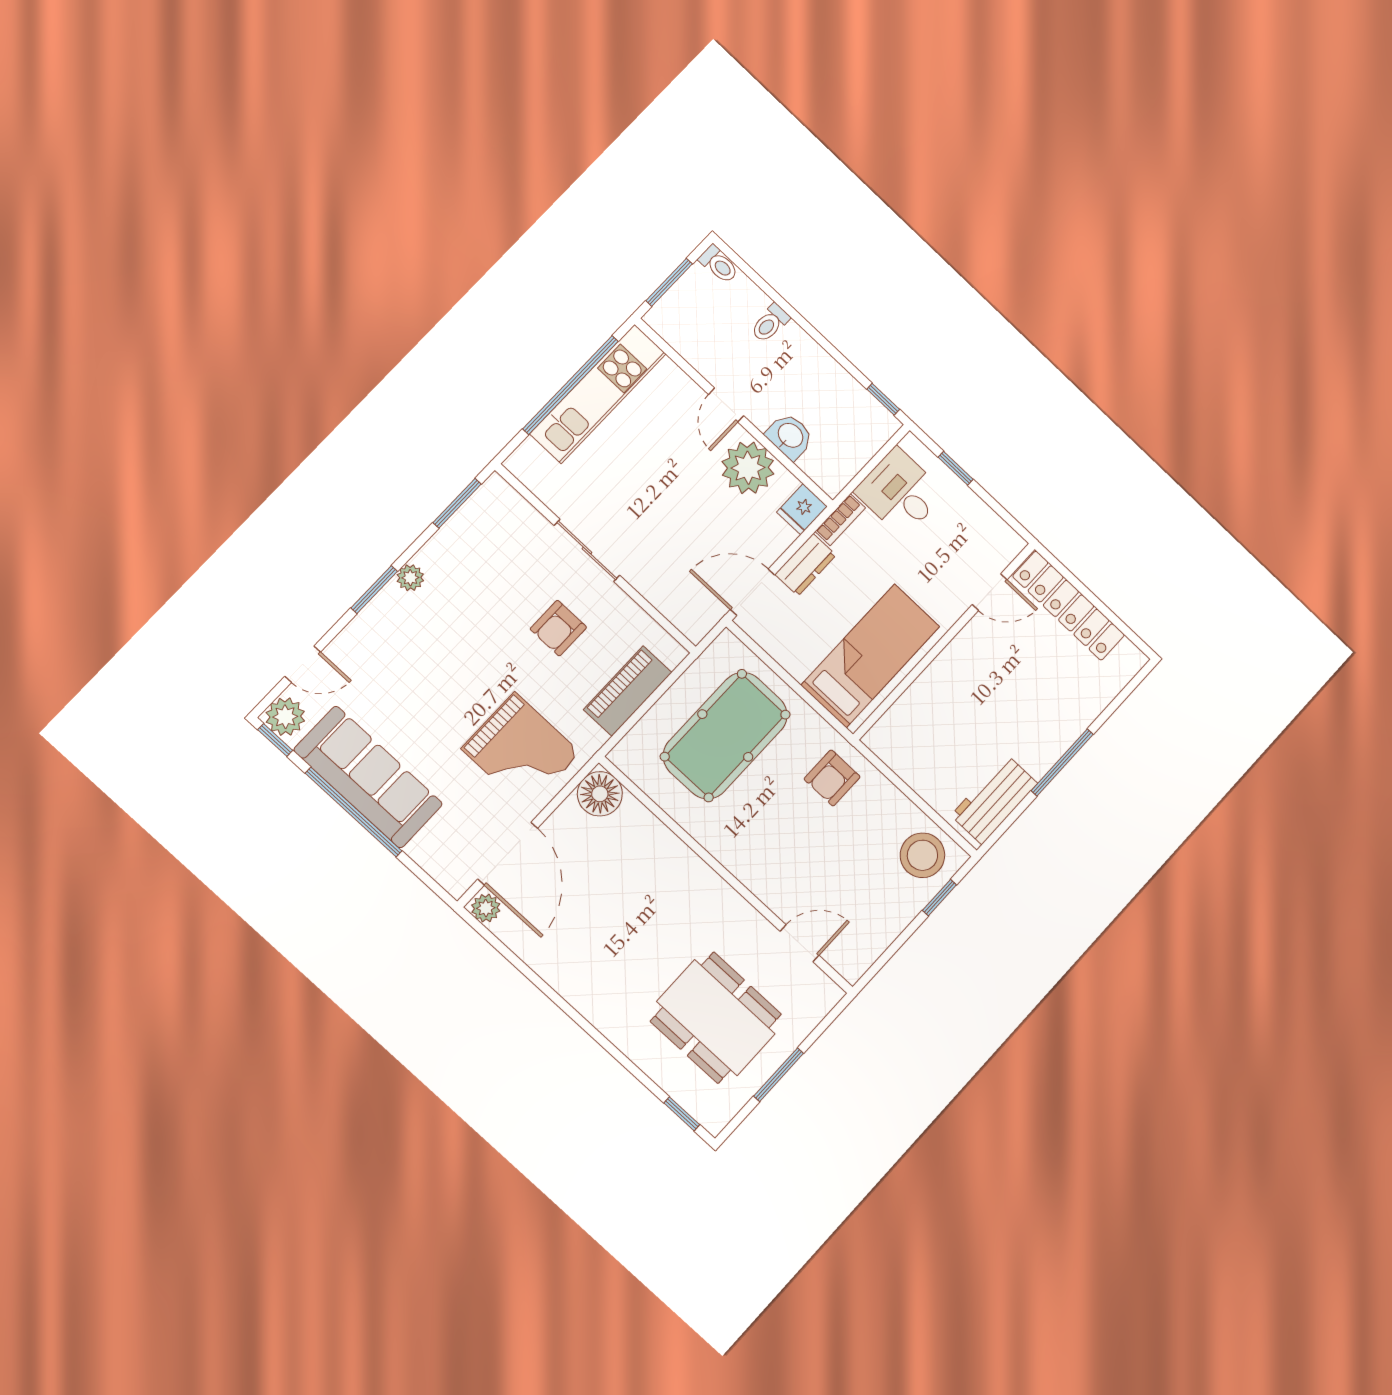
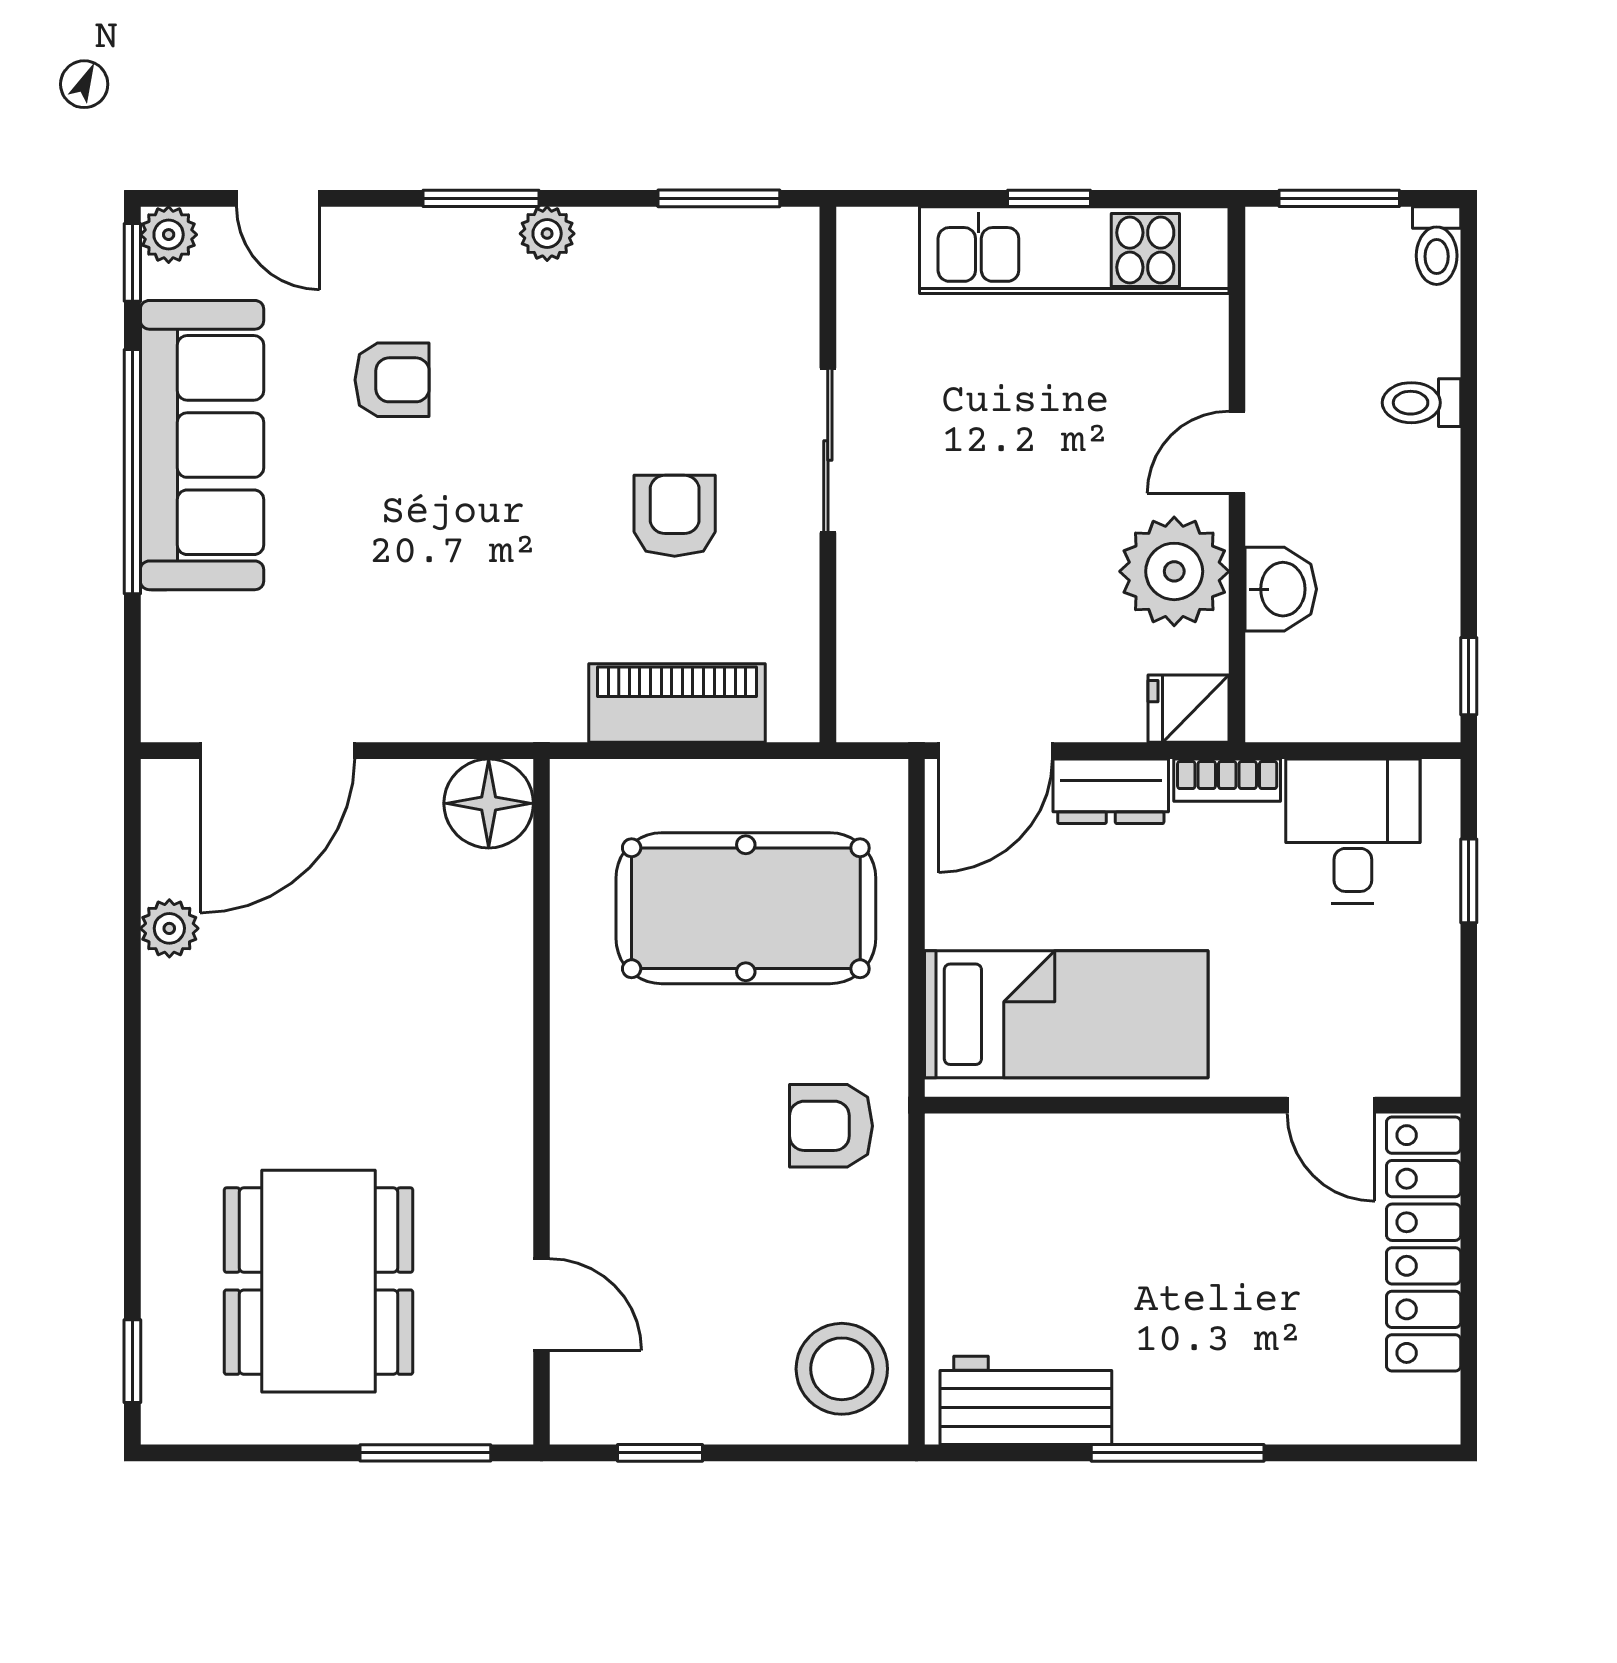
window: (571, 385) -> (1049, 198), width x0.32
door: (752, 592) -> (996, 751), swing flipped
armchair: (558, 628) -> (675, 516), turned 90
armchair: (410, 685) -> (392, 380), added
plant: (285, 717) -> (169, 235), width x0.73, depth x0.73
grand piano: (521, 751) -> (445, 629), removed
window: (939, 898) -> (660, 1453), moved
plant: (486, 908) -> (169, 928), moved
window: (779, 1075) -> (425, 1453), moved

